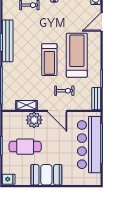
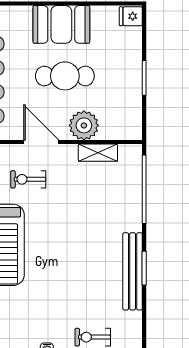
treadmill: (49, 60) -> (56, 237), removed
cafe table: (25, 147) -> (65, 76), moved

